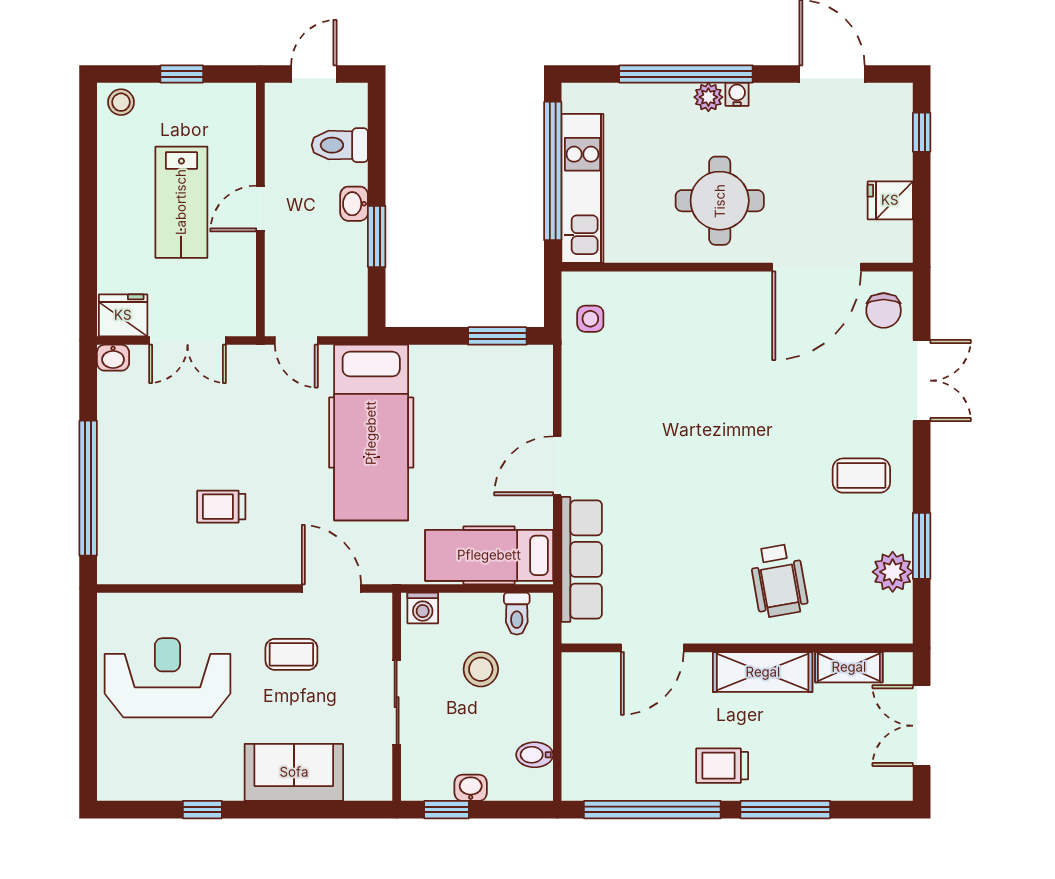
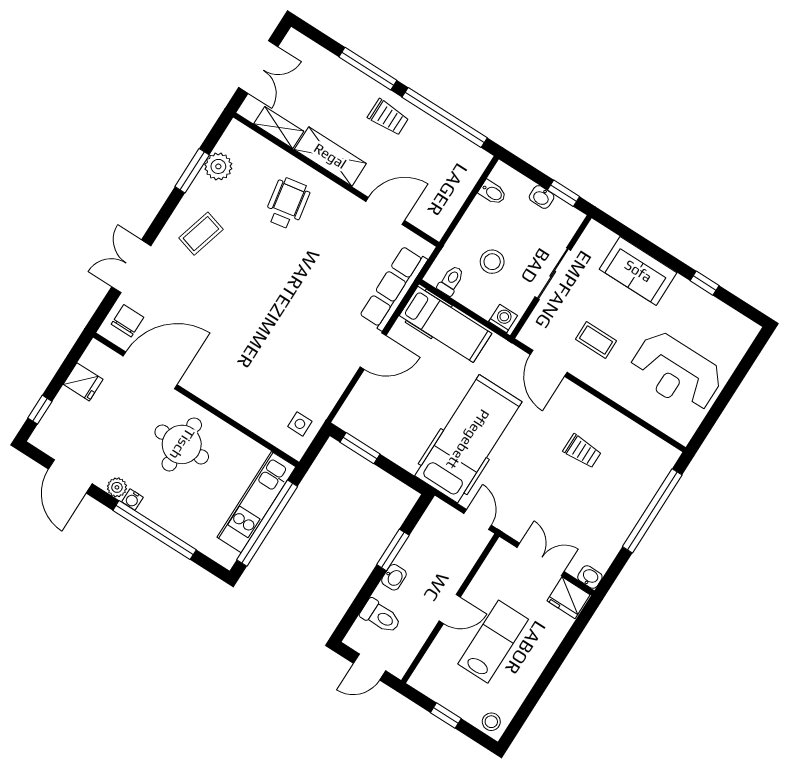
plant: (708, 97) -> (117, 487), moved
coffee table: (861, 476) -> (201, 234), turned -74

